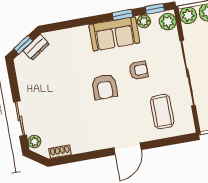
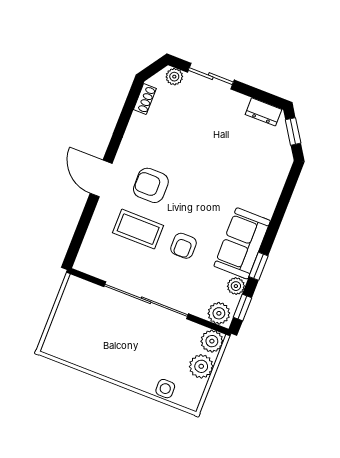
dresser: (36, 47) -> (264, 112), moved, turned -57
armchair: (105, 87) -> (151, 185), moved
coffee table: (162, 112) -> (138, 229), moved

